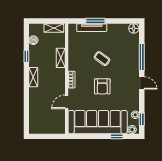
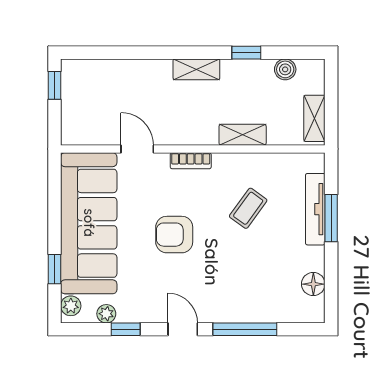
floor lamp: (134, 28) -> (313, 284), moved
coffee table: (102, 59) -> (248, 208), moved
door: (142, 83) -> (183, 329), swing flipped
window: (142, 119) -> (126, 329), moved
window: (40, 136) -> (55, 85), added

